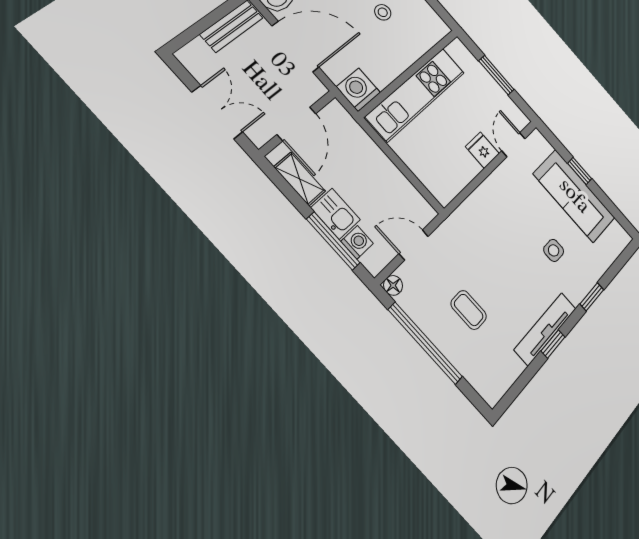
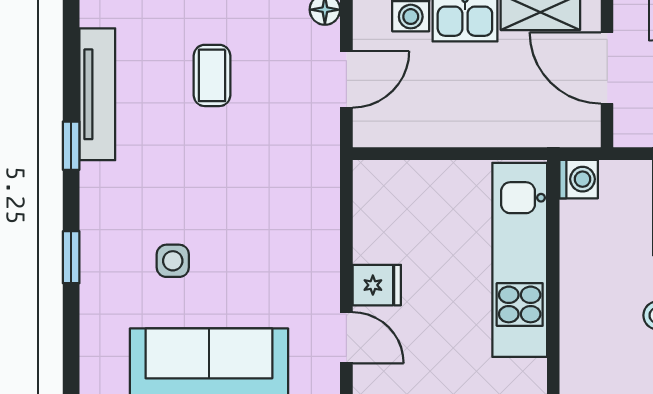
washing machine: (358, 90) -> (579, 179), width x0.73, depth x0.73
coffee table: (469, 310) -> (212, 75), turned 90
tv unit: (545, 329) -> (97, 94), moved

